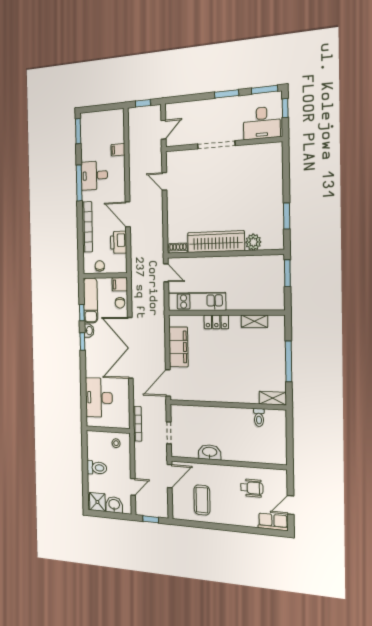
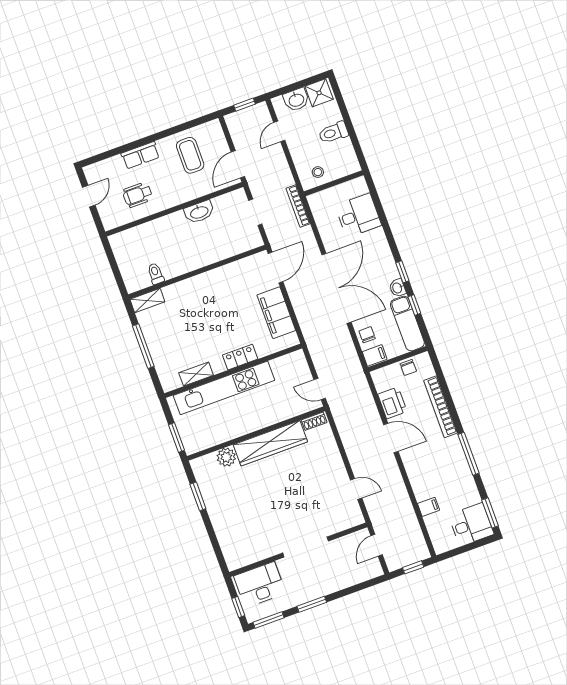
desk: (94, 175) -> (471, 525), moved
kitchen unit: (197, 301) -> (224, 388), moved, width x1.36
desk: (99, 398) -> (358, 215), width x0.73
row of seats: (273, 522) -> (140, 155), moved

